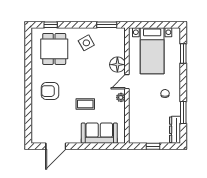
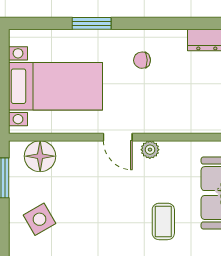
window: (183, 53) -> (92, 23), moved
floor lamp: (117, 65) -> (40, 156), moved
window: (183, 112) -> (180, 23), removed

